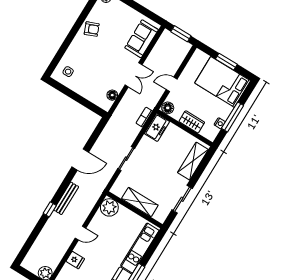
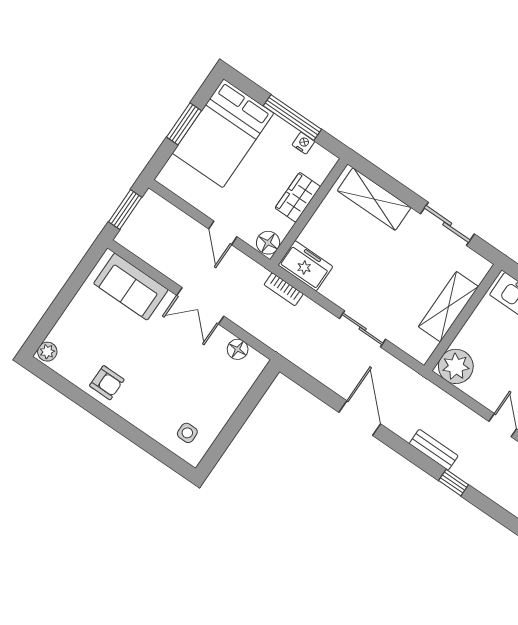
armchair: (92, 29) -> (107, 383), turned 112
double door: (134, 75) -> (200, 306), swing flipped
bench: (66, 198) -> (434, 450), width x0.73

